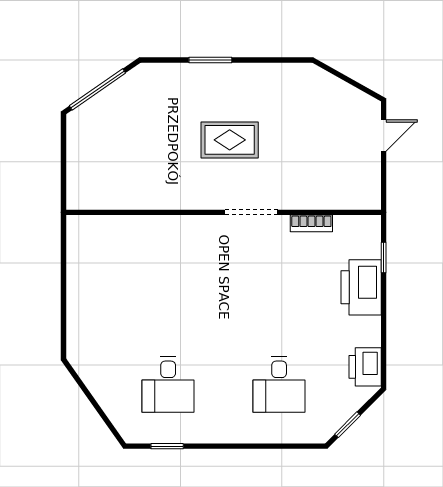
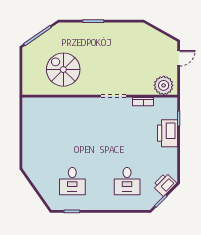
rug: (230, 140) -> (103, 60), removed
spiral stairs: (150, 158) -> (63, 70), added
plant: (353, 190) -> (164, 85), added
printer: (365, 367) -> (165, 184), moved, turned 45

